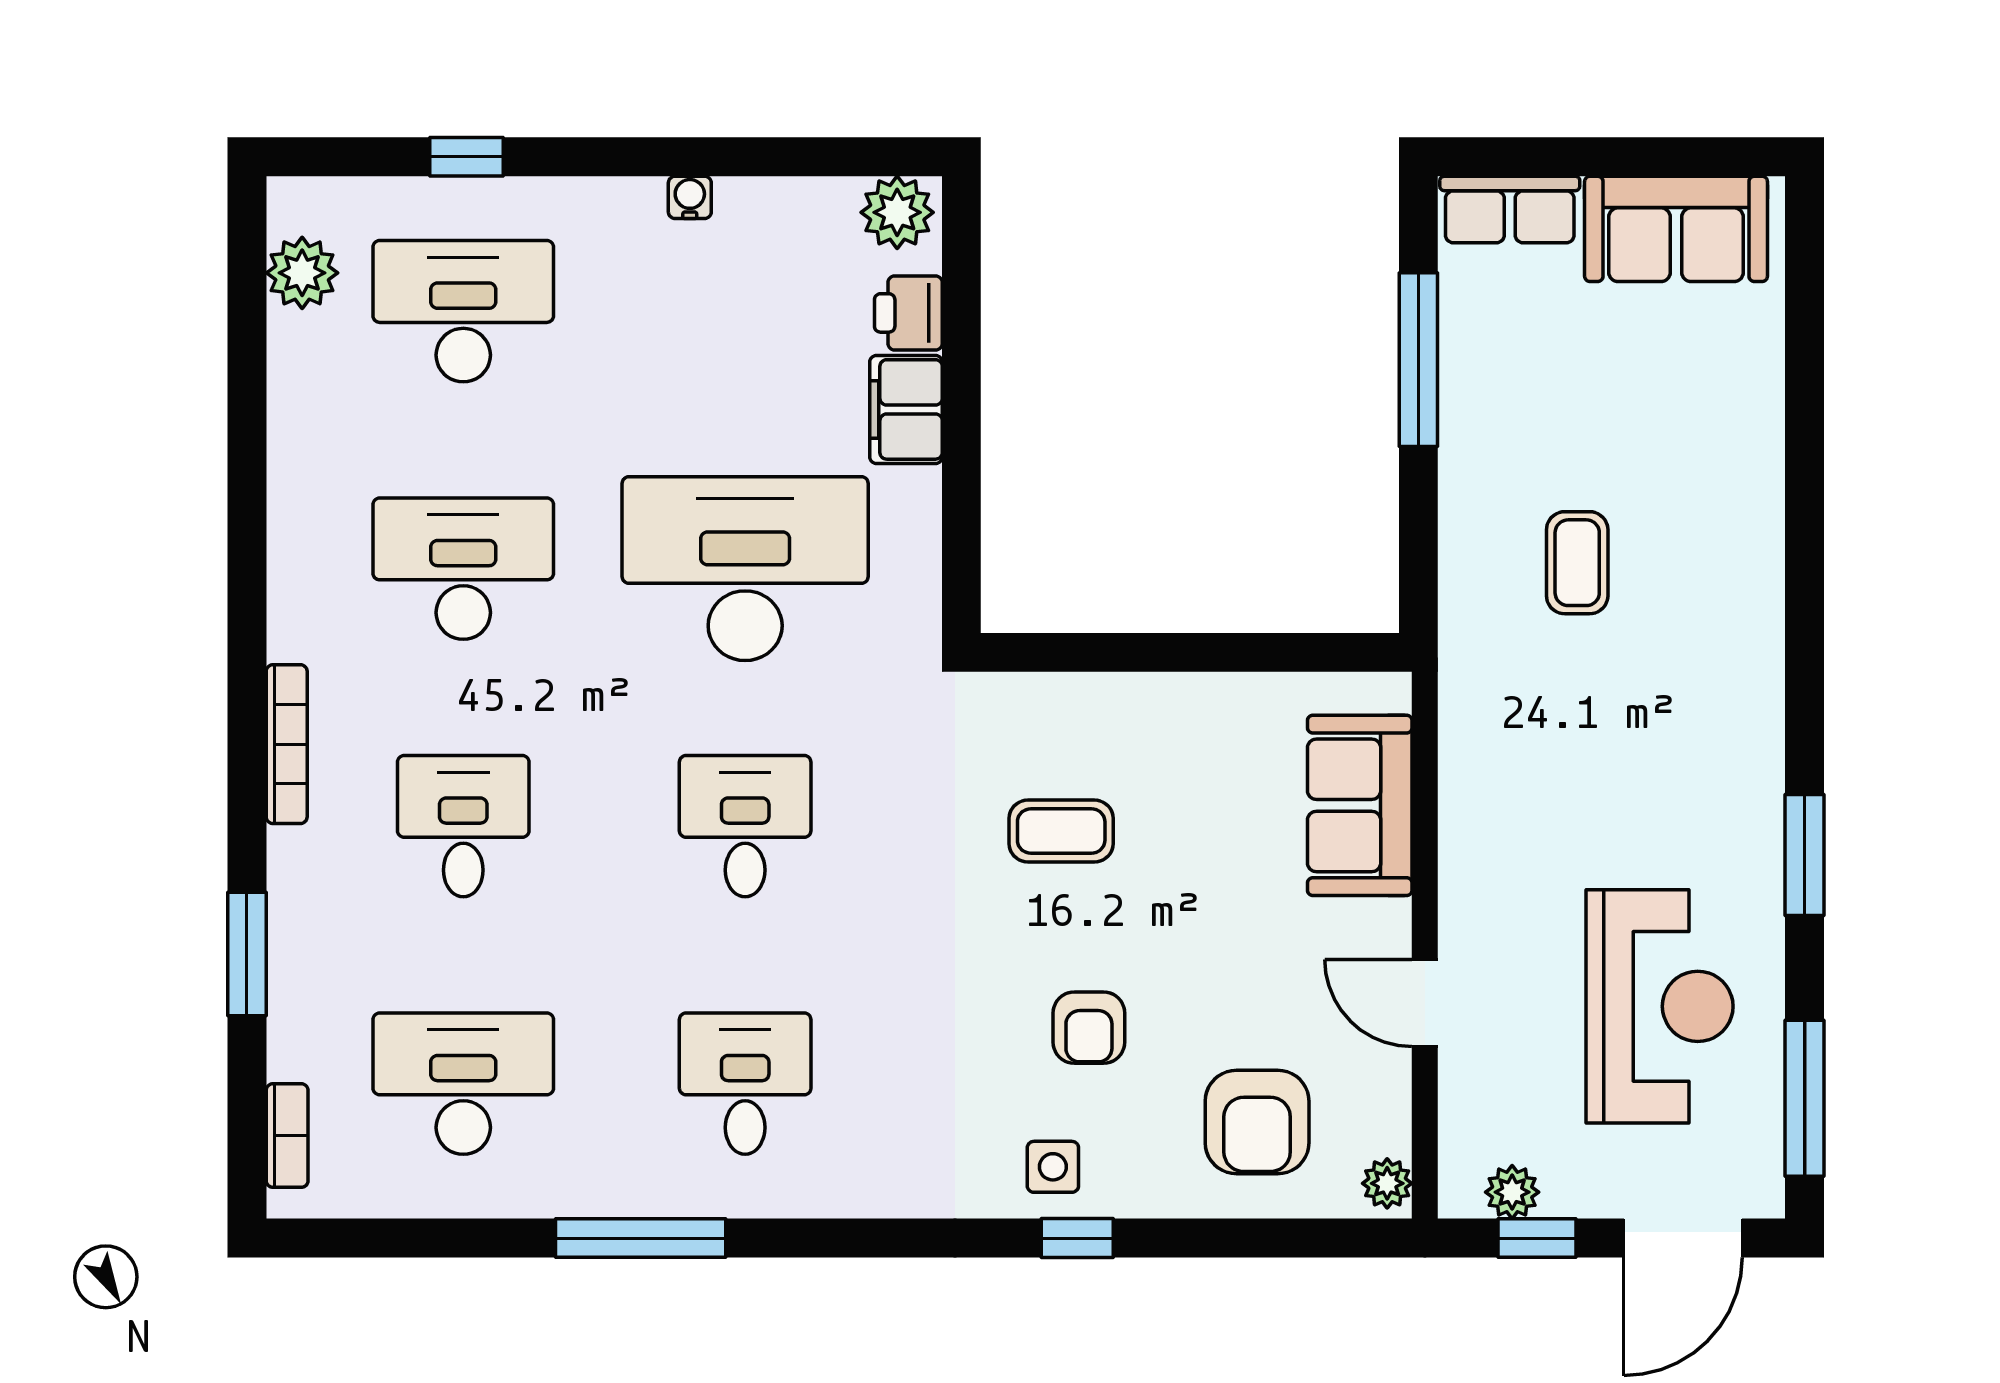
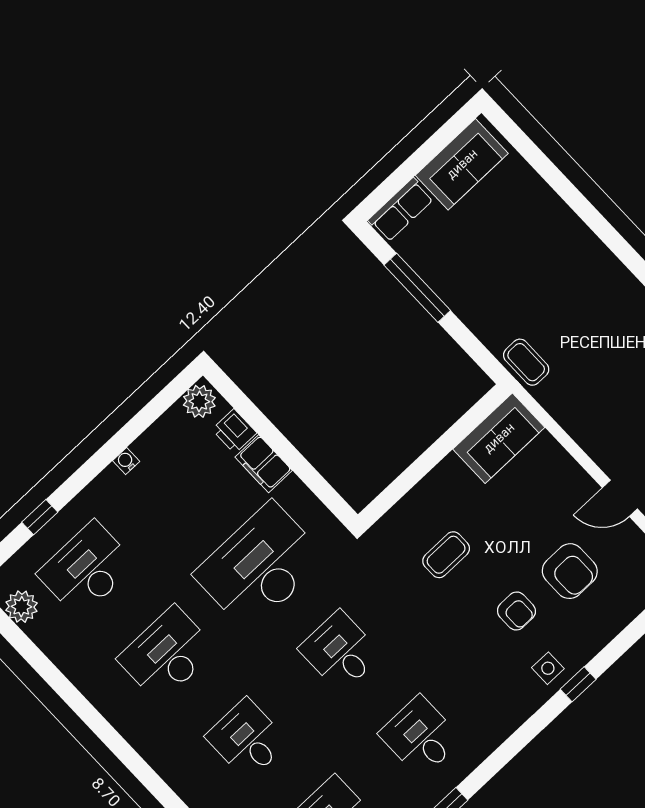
coffee table: (1577, 563) -> (526, 362), moved
bookcase: (287, 744) -> (163, 767), removed
sofa: (1360, 805) -> (499, 438), moved, turned -90
armchair: (1257, 1122) -> (570, 571), moved

